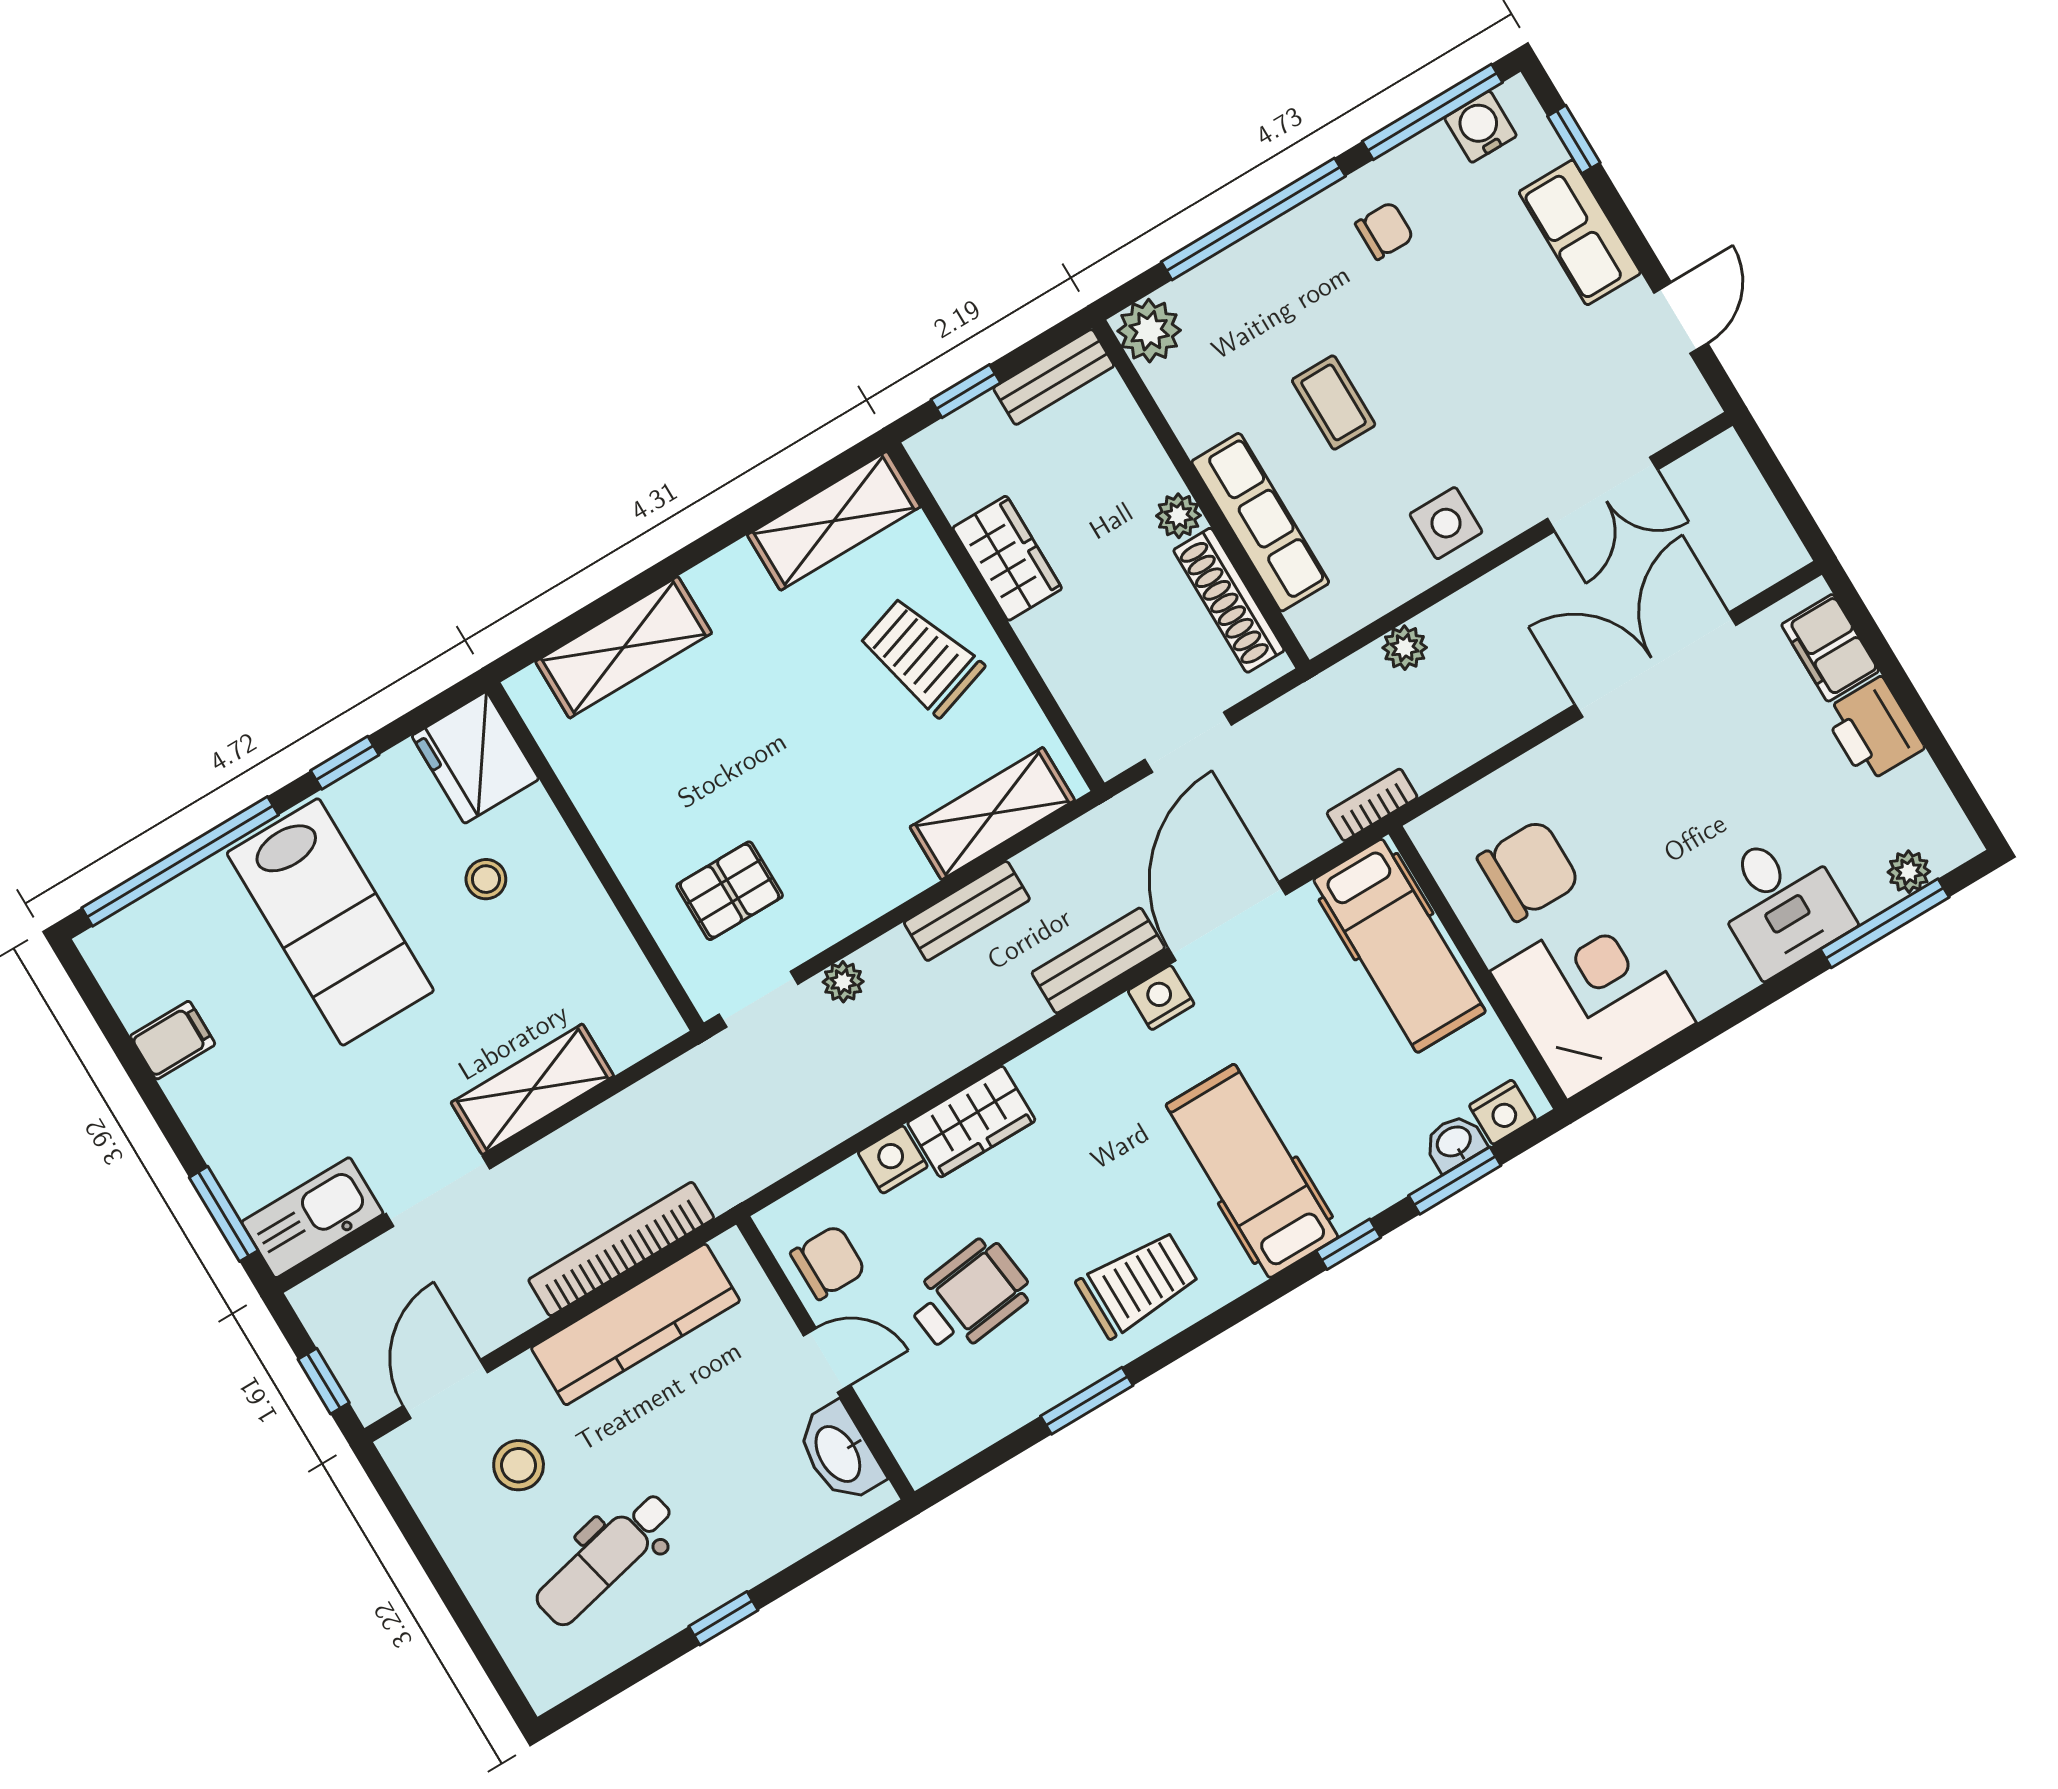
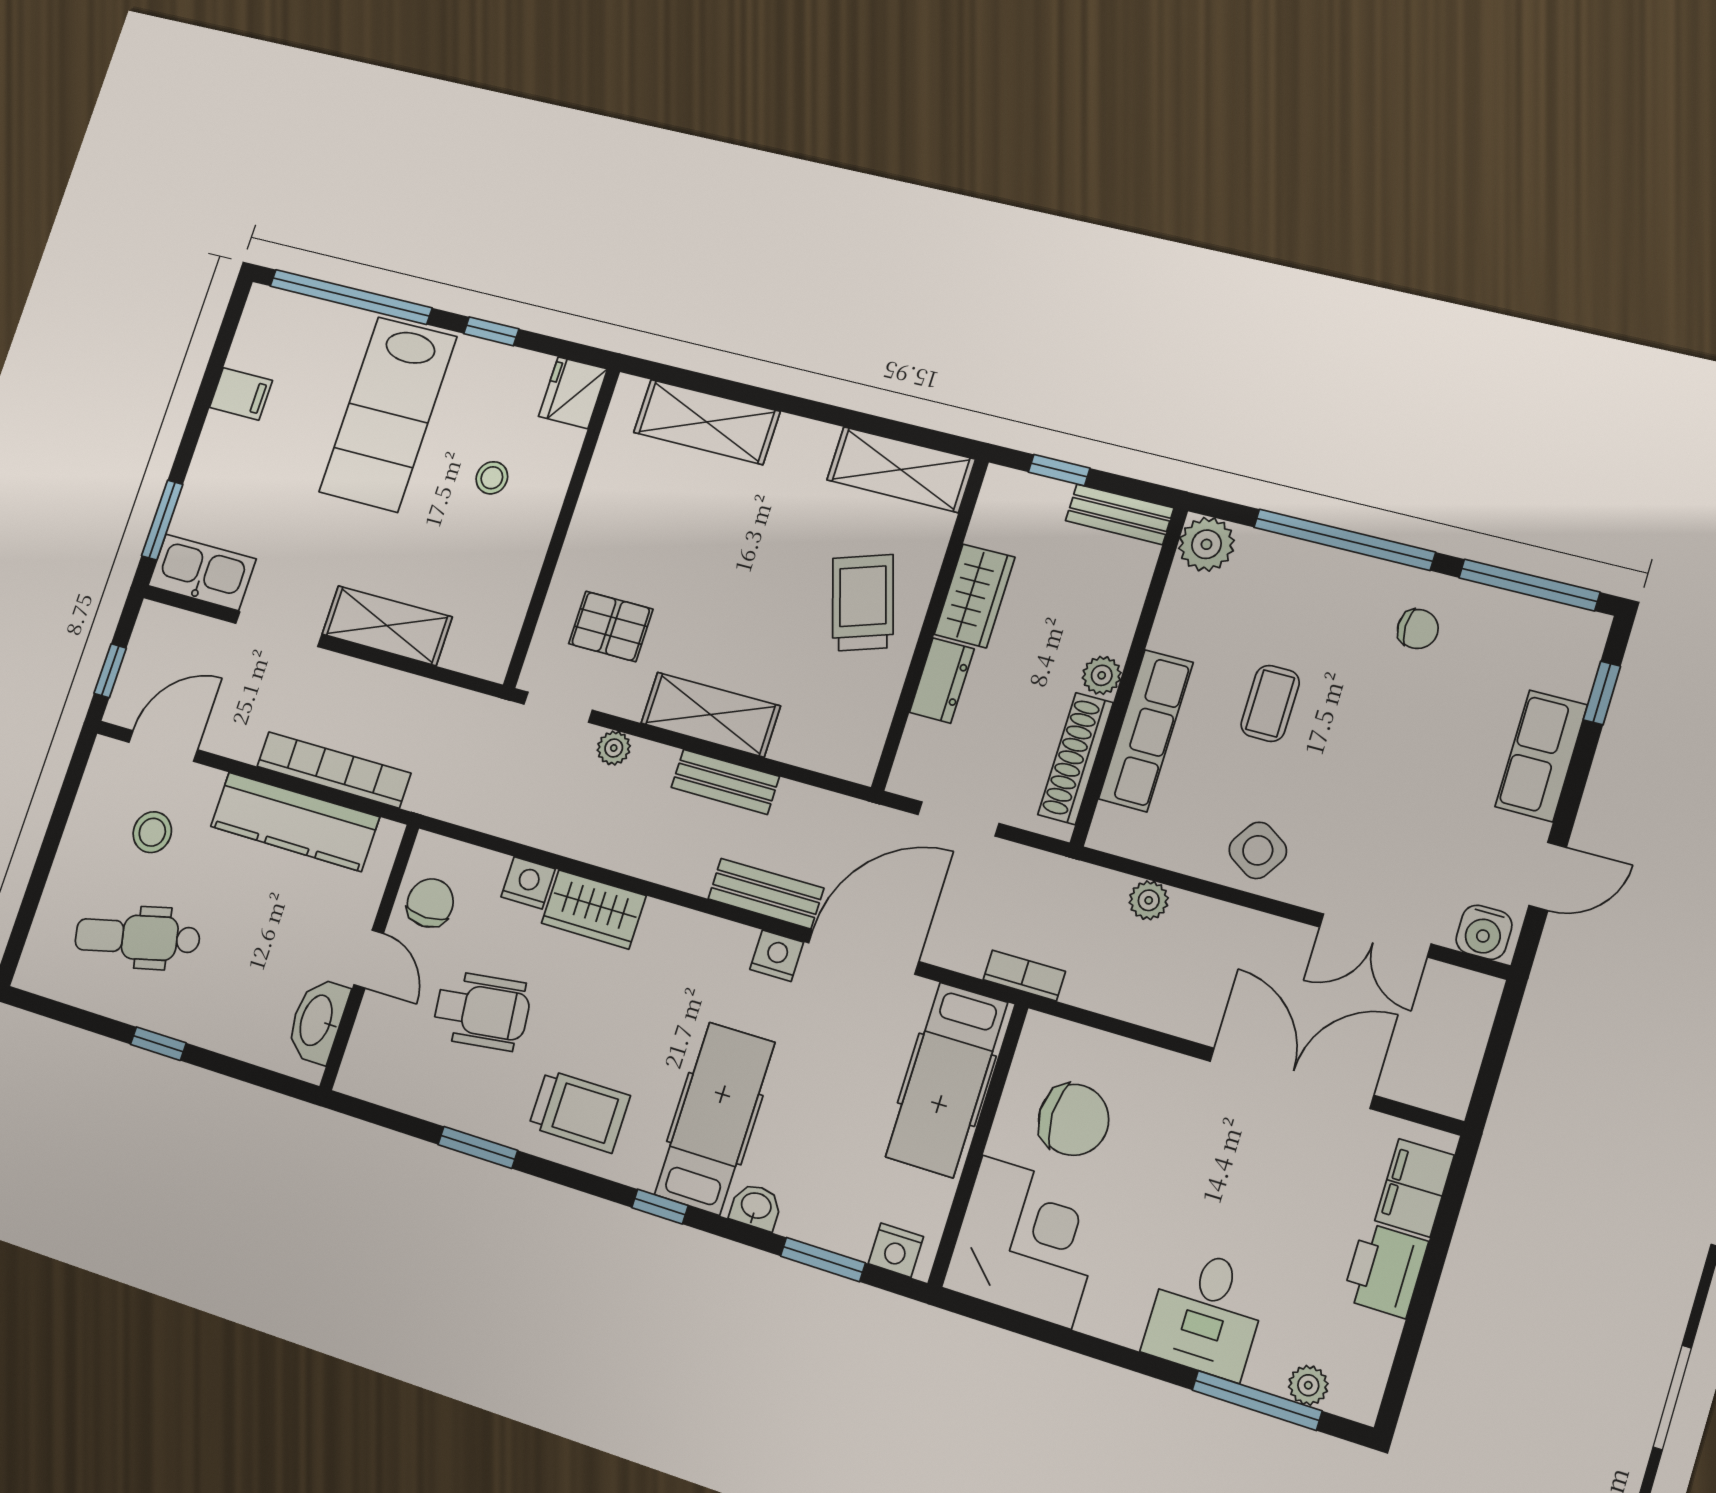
water cooler: (1481, 127) -> (1484, 932), moved, turned 180
side table: (1446, 523) -> (1258, 850), turned 33
dresser: (1055, 651) -> (942, 681), added
fridge: (475, 757) -> (573, 393), width x0.73, depth x0.75
shelving: (992, 814) -> (711, 715), moved
washbasin: (1454, 1143) -> (756, 1207), moved
window: (1348, 1244) -> (660, 1207), moved
chair: (828, 1262) -> (430, 903), turned -90

